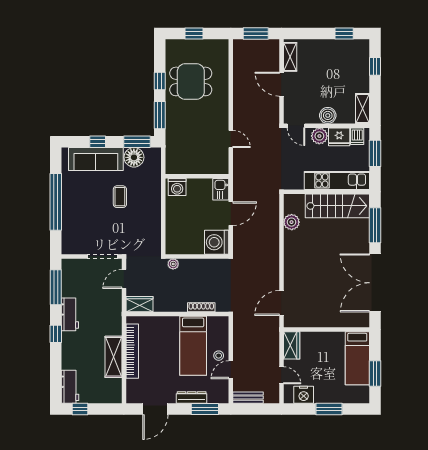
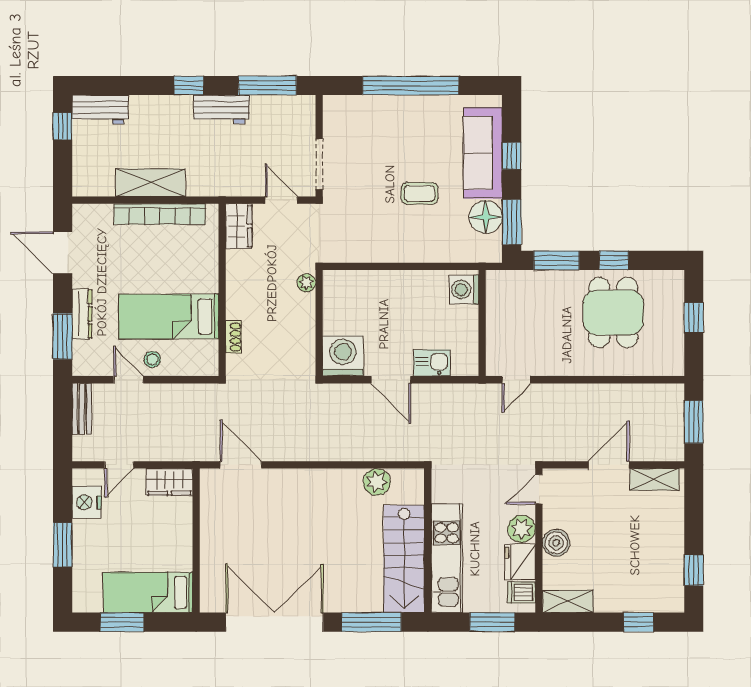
wall: (197, 176) -> (482, 323), moved
washing machine: (177, 187) -> (464, 290), moved
shoe rack: (201, 307) -> (233, 337), width x0.70

